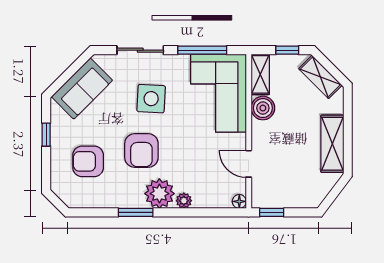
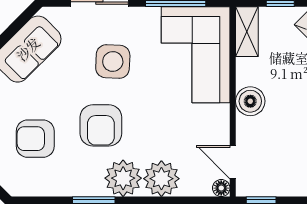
boiler: (263, 108) -> (250, 101), moved
door: (249, 164) -> (233, 162), moved
plant: (184, 201) -> (161, 179), width x1.87, depth x1.87

